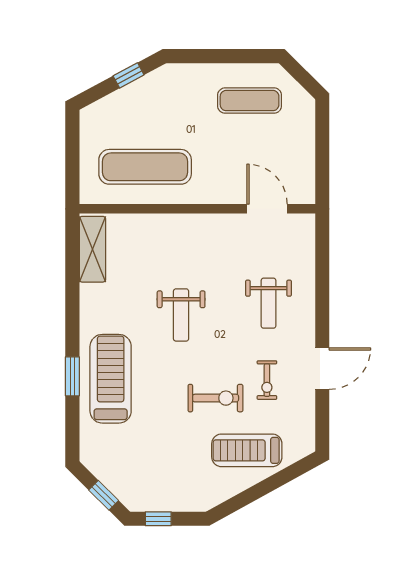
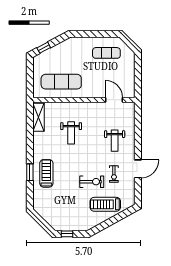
window: (129, 75) -> (44, 48), moved
weight bench: (181, 315) -> (71, 133), moved
treadmill: (111, 379) -> (46, 173), width x0.73, depth x0.73
window: (104, 495) -> (43, 224), removed

